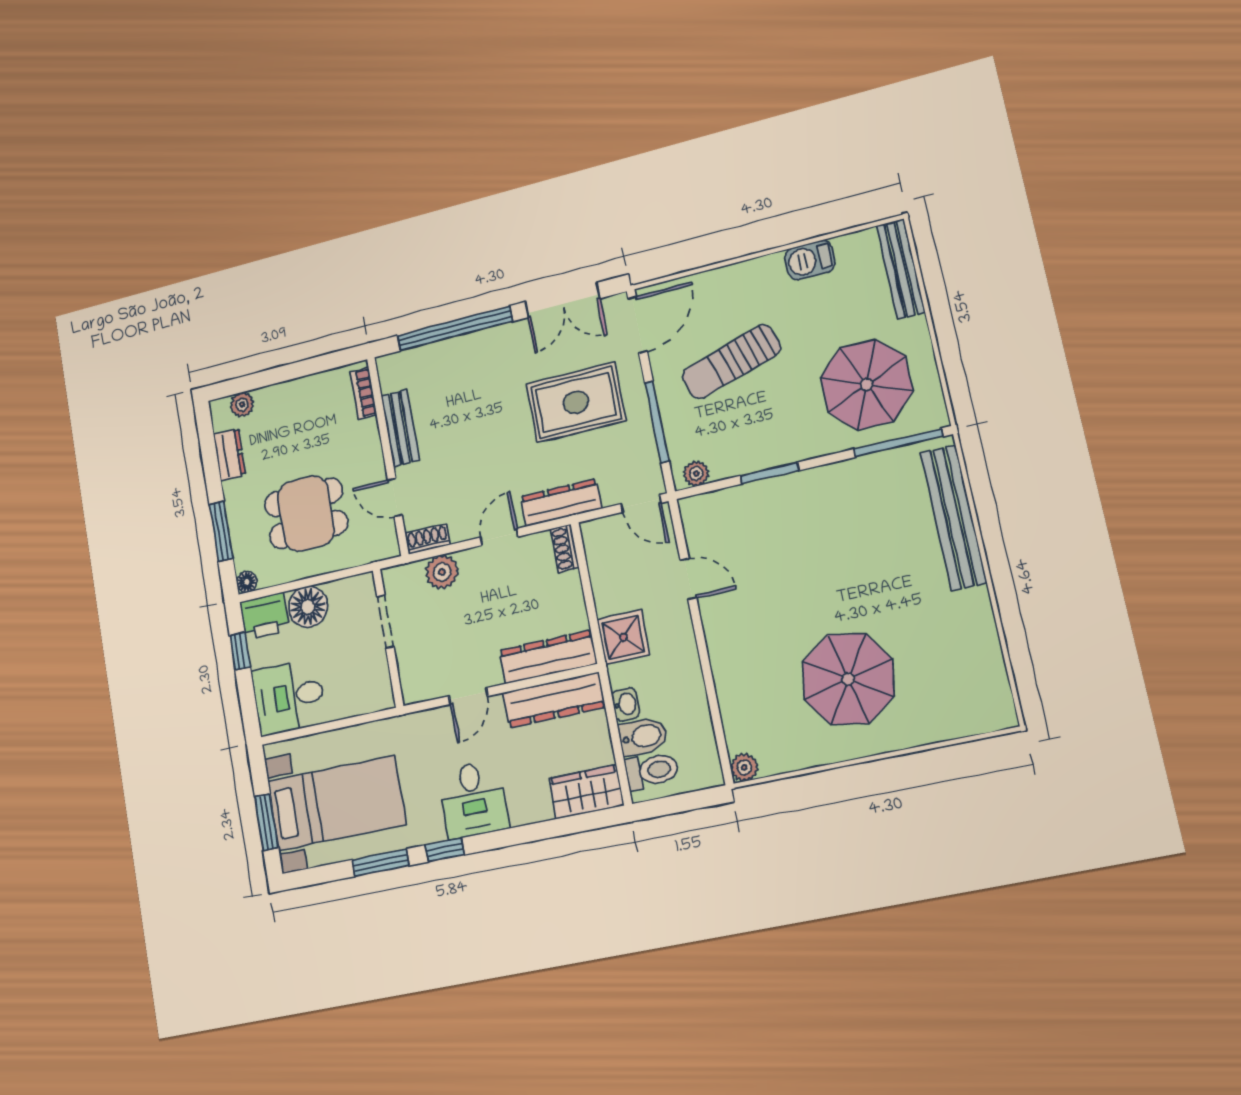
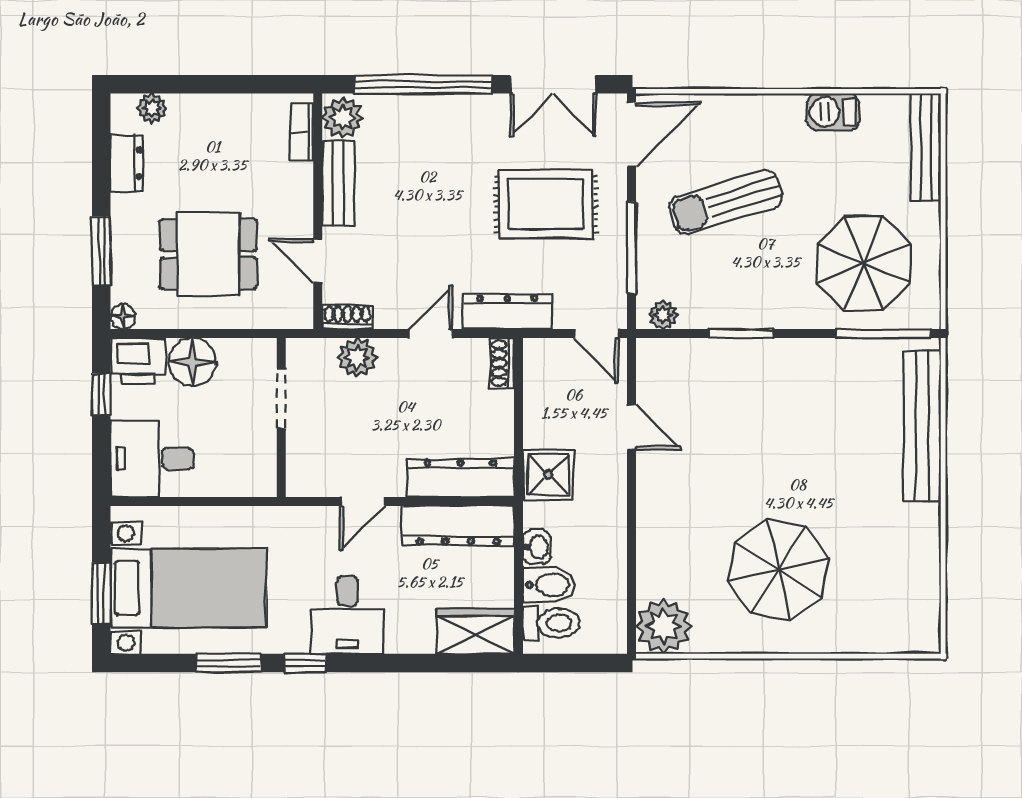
plant: (394, 373) -> (342, 117), added
plant: (744, 767) -> (664, 626), width x1.88, depth x1.88

